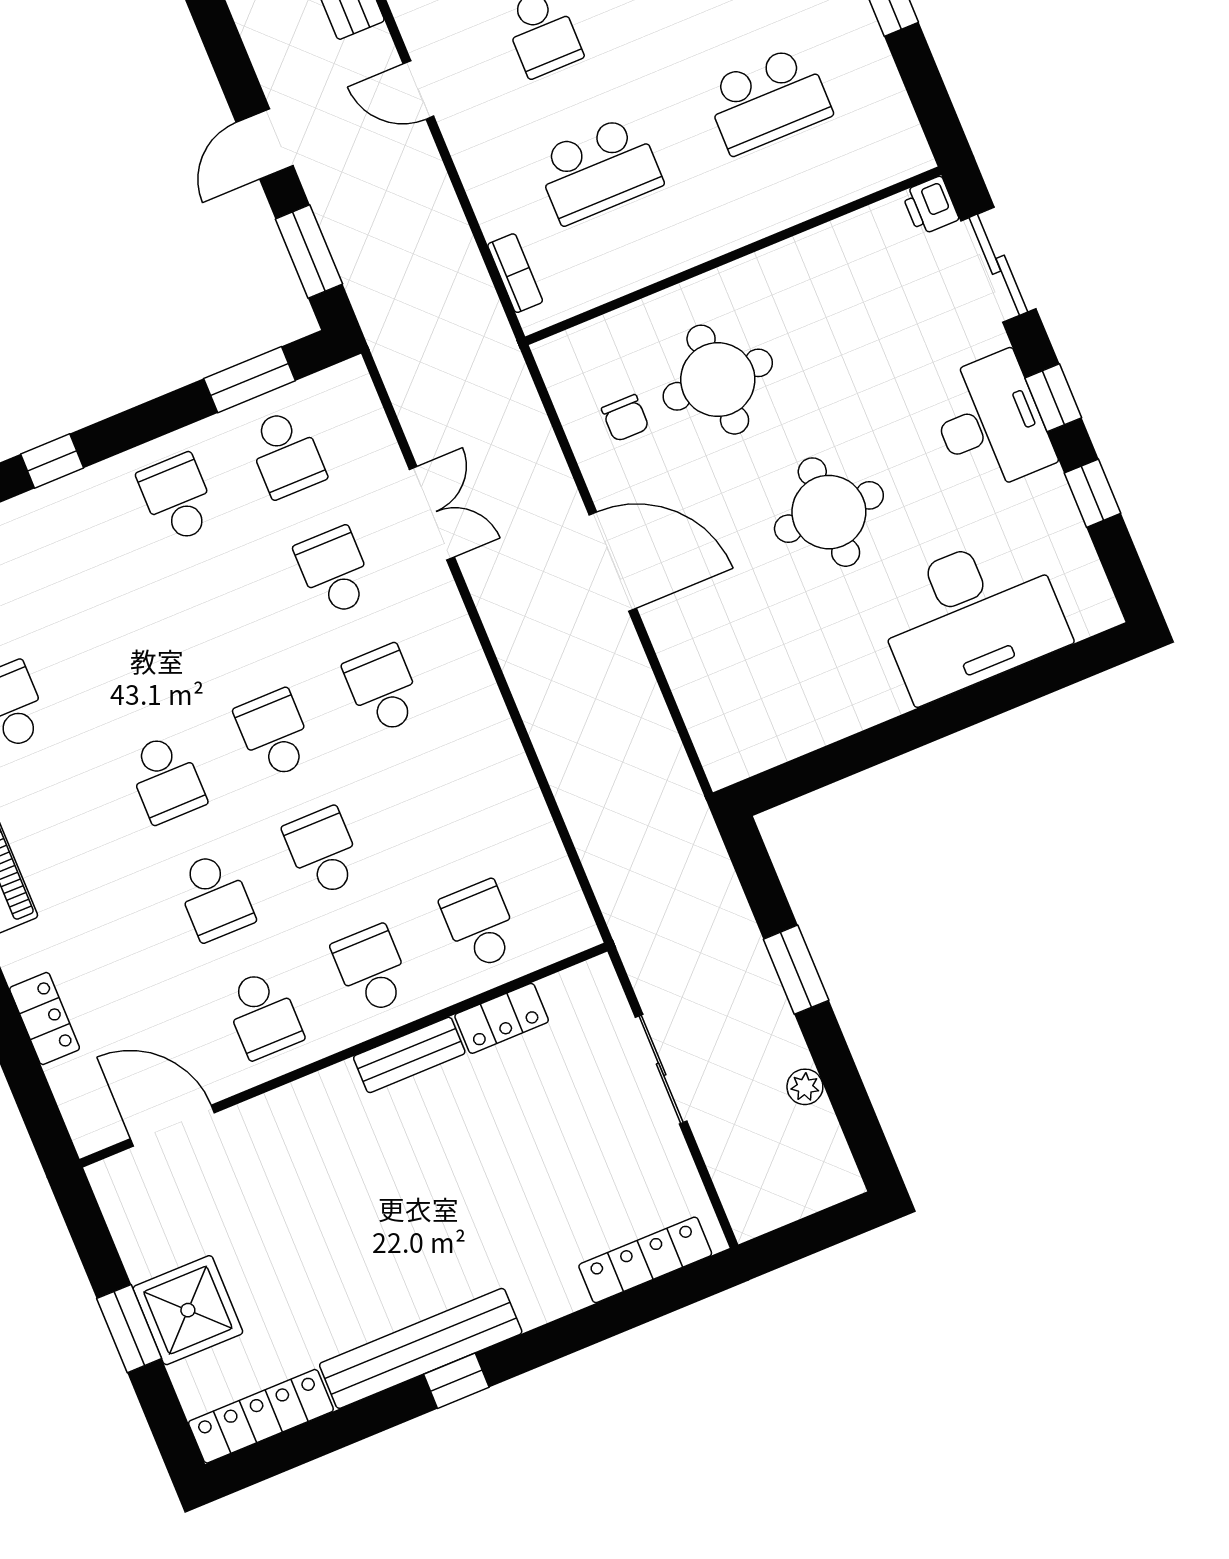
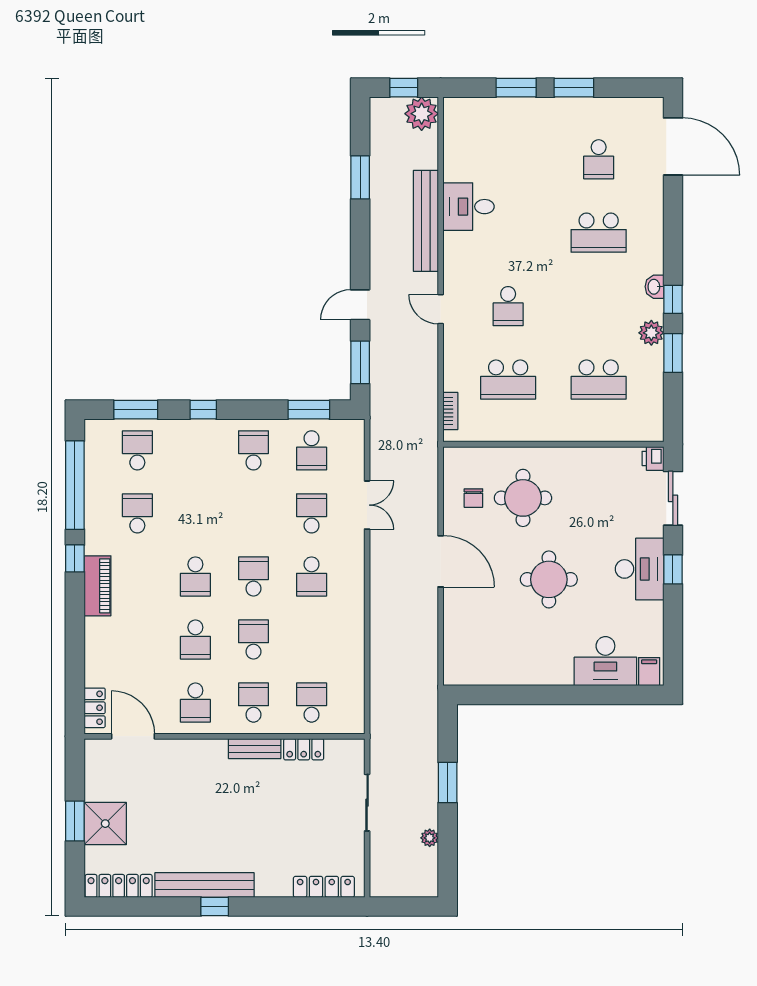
window: (1093, 493) -> (673, 621), removed
filing cabinet: (1087, 607) -> (649, 672), added
desk: (971, 616) -> (605, 661), width x0.73, depth x0.77
school desk: (383, 689) -> (312, 576), turned 180
locker: (45, 1019) -> (95, 708), moved

